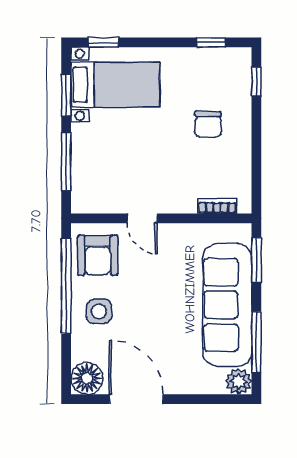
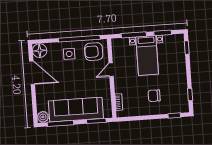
bed with nightstands: (115, 85) -> (147, 56), moved
door: (136, 399) -> (32, 73), hinge flipped

